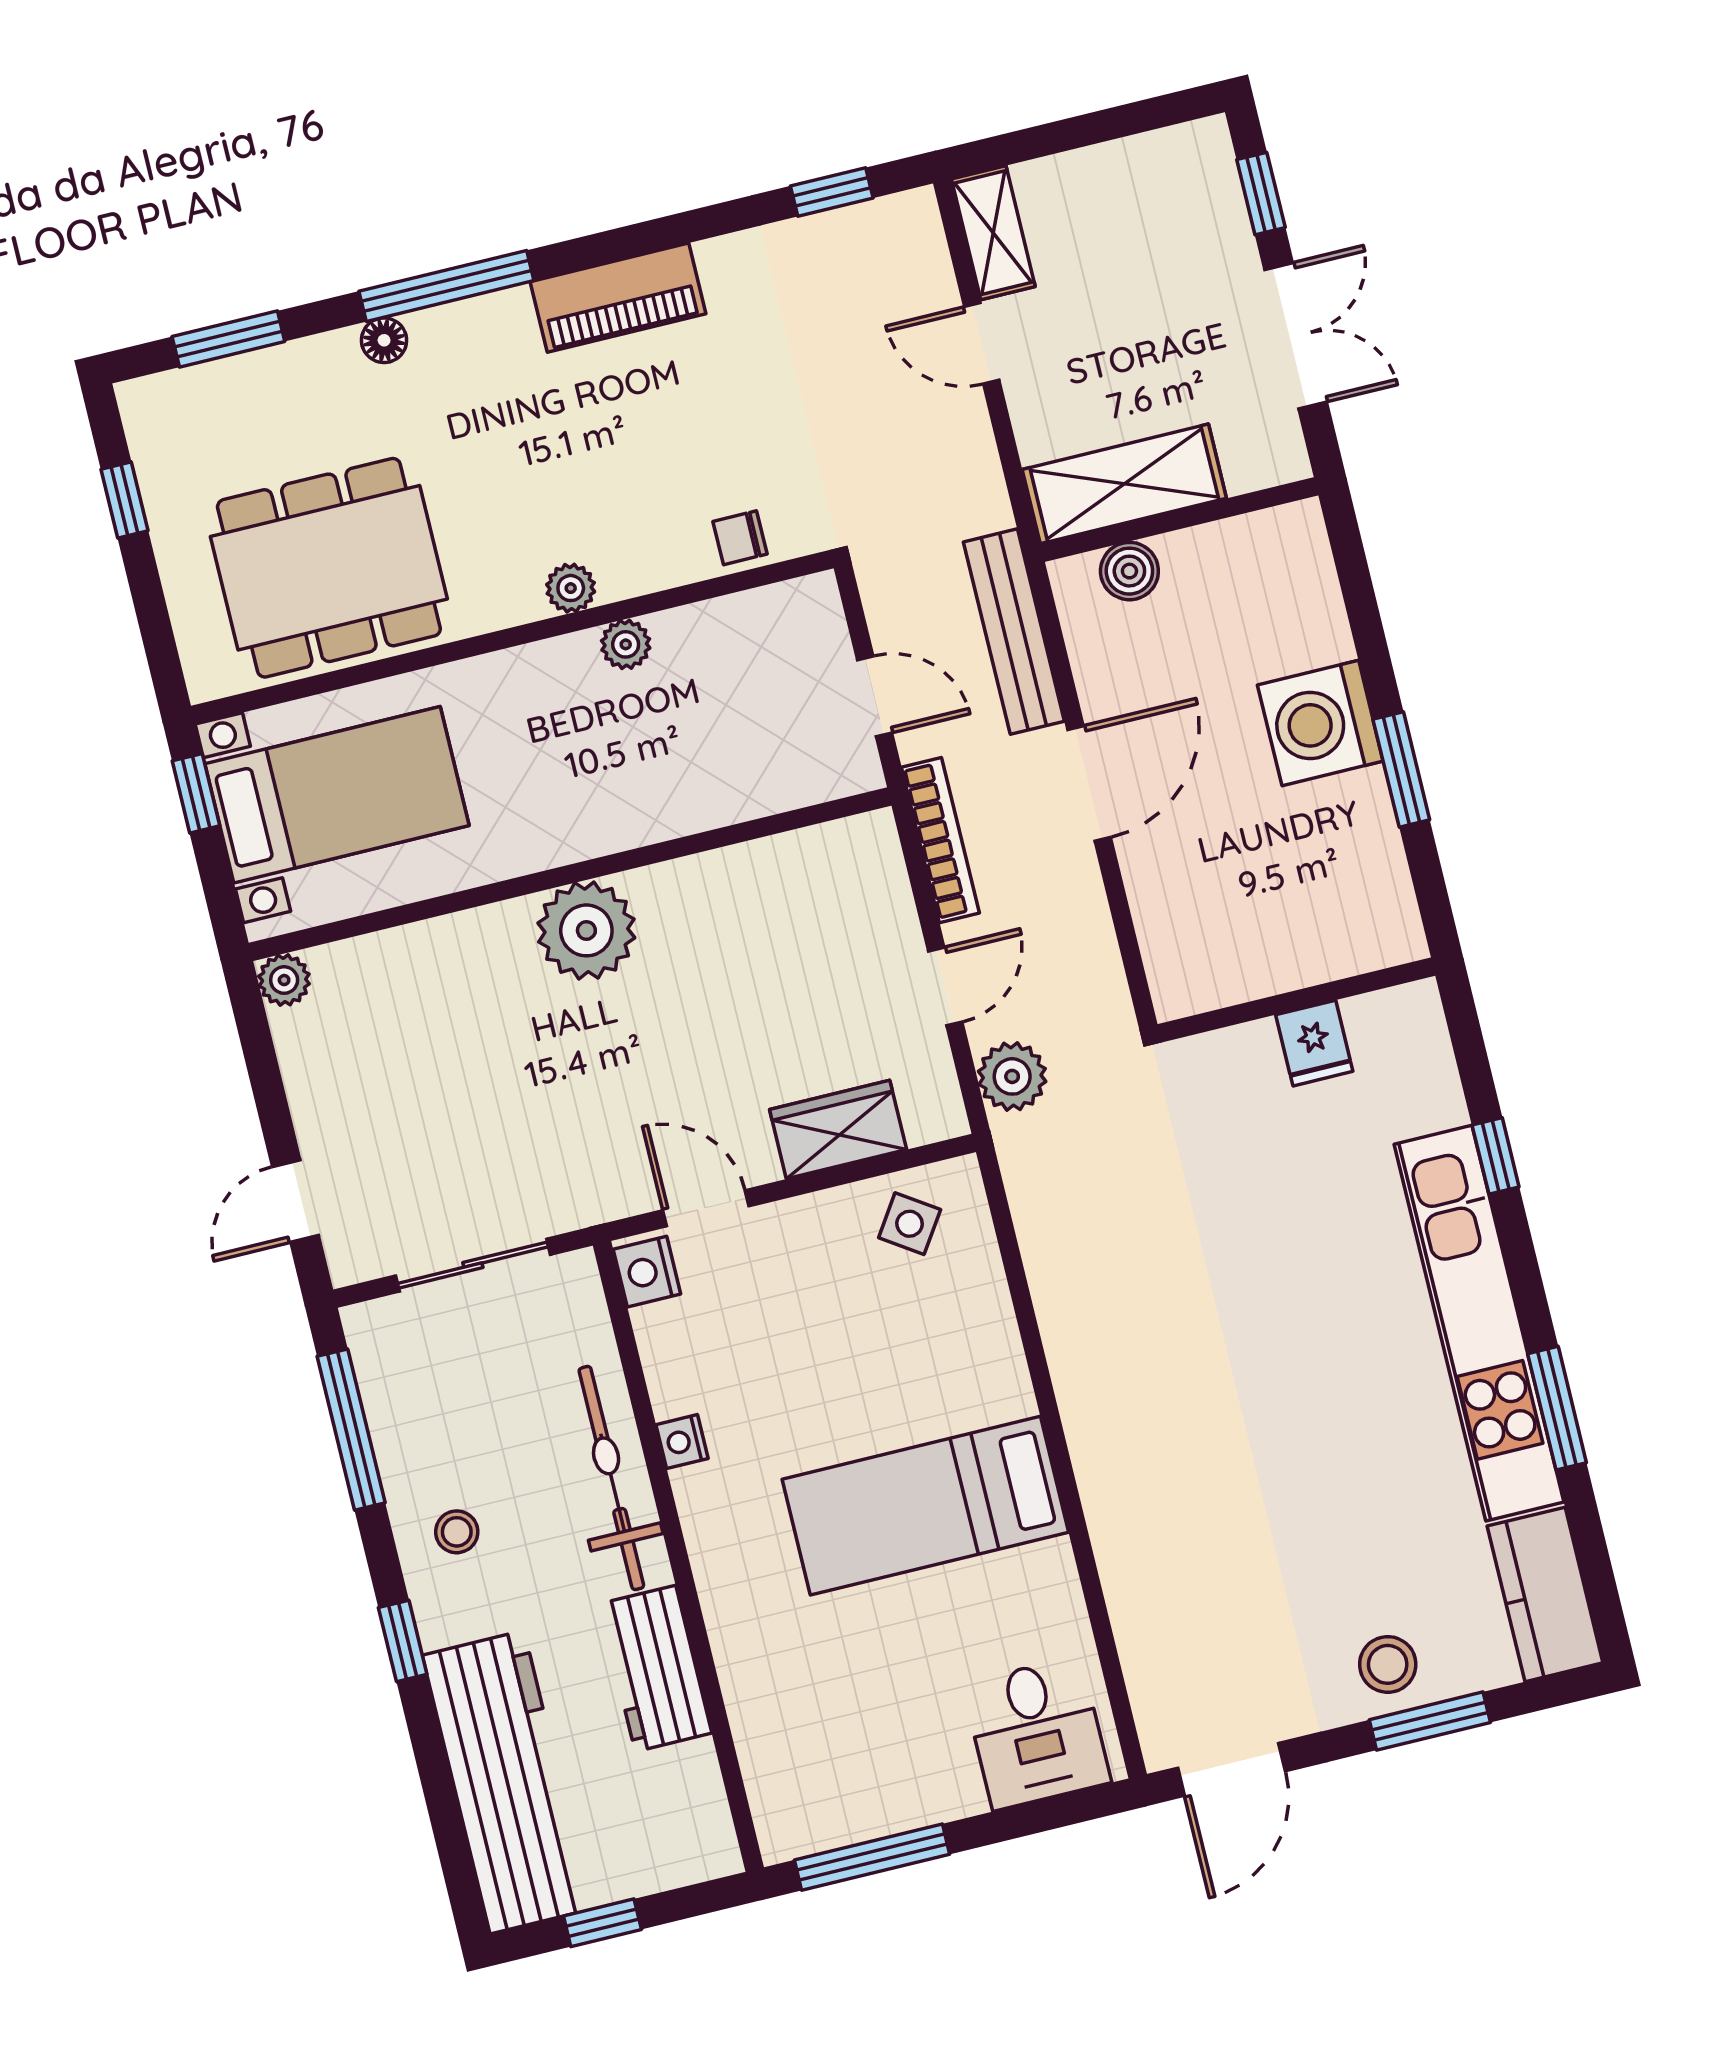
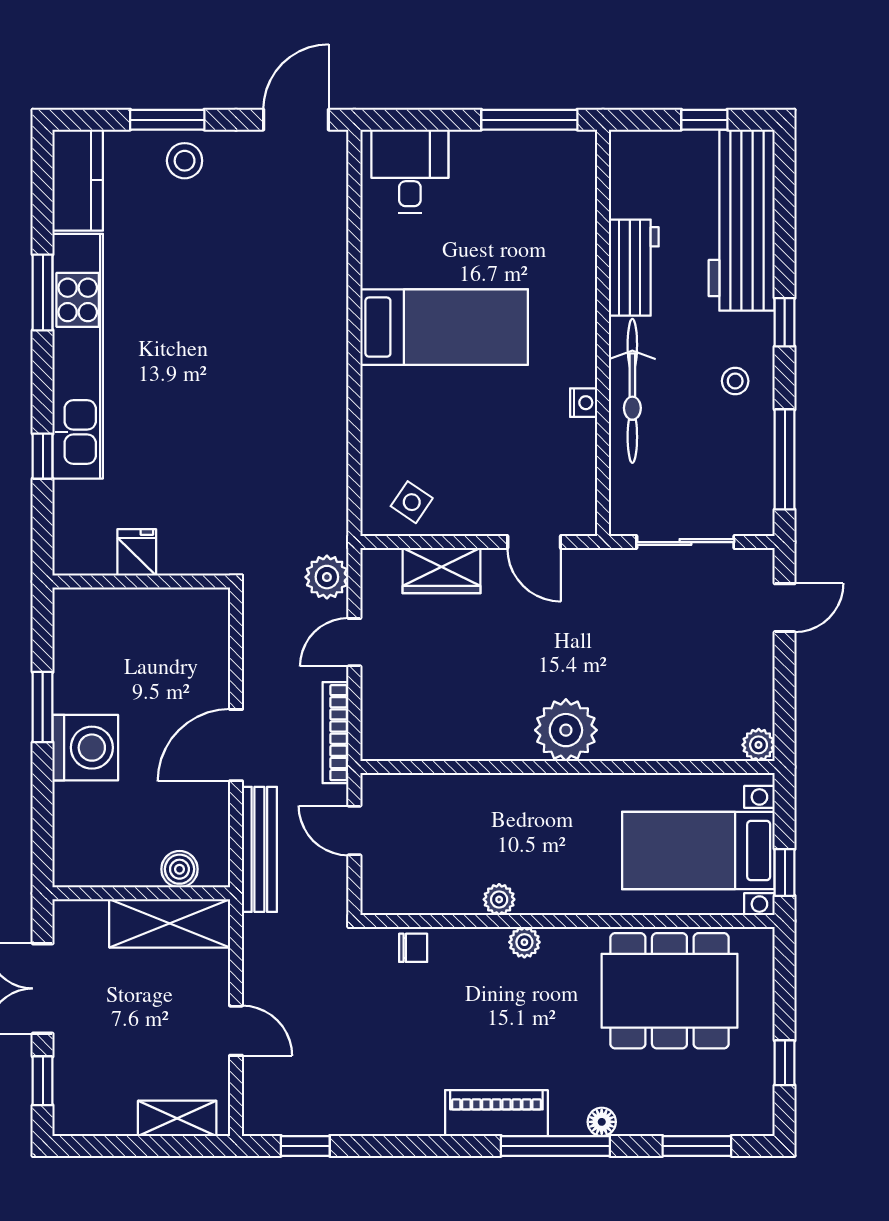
shelving: (993, 233) -> (177, 1118), moved, turned 90
piano: (618, 298) -> (496, 1113), moved
nightstand: (647, 1272) -> (580, 512), removed

